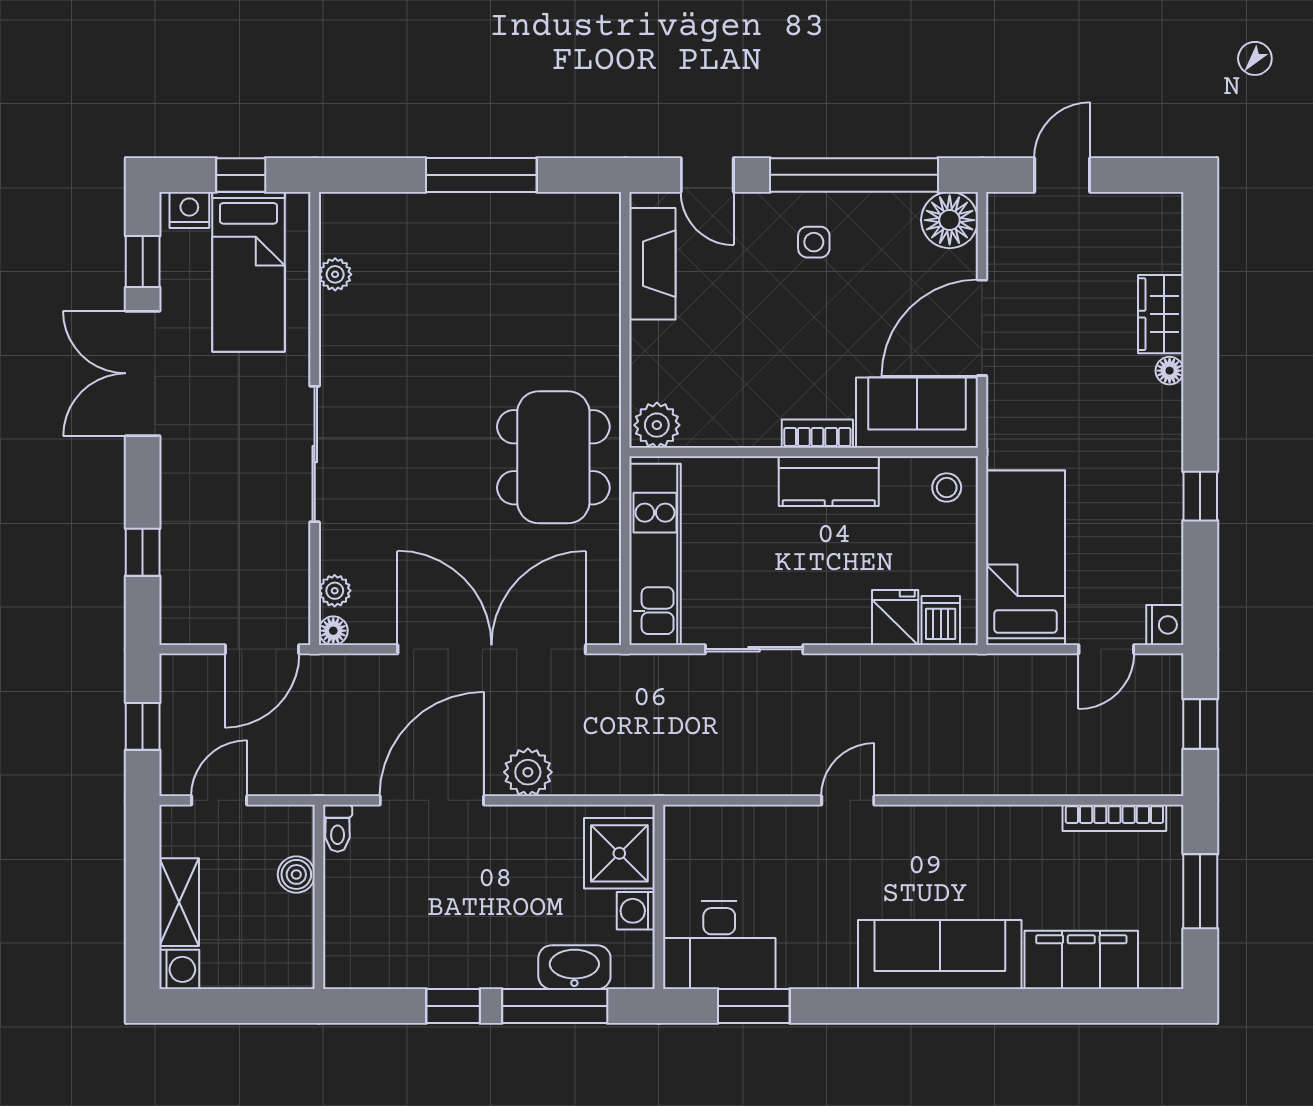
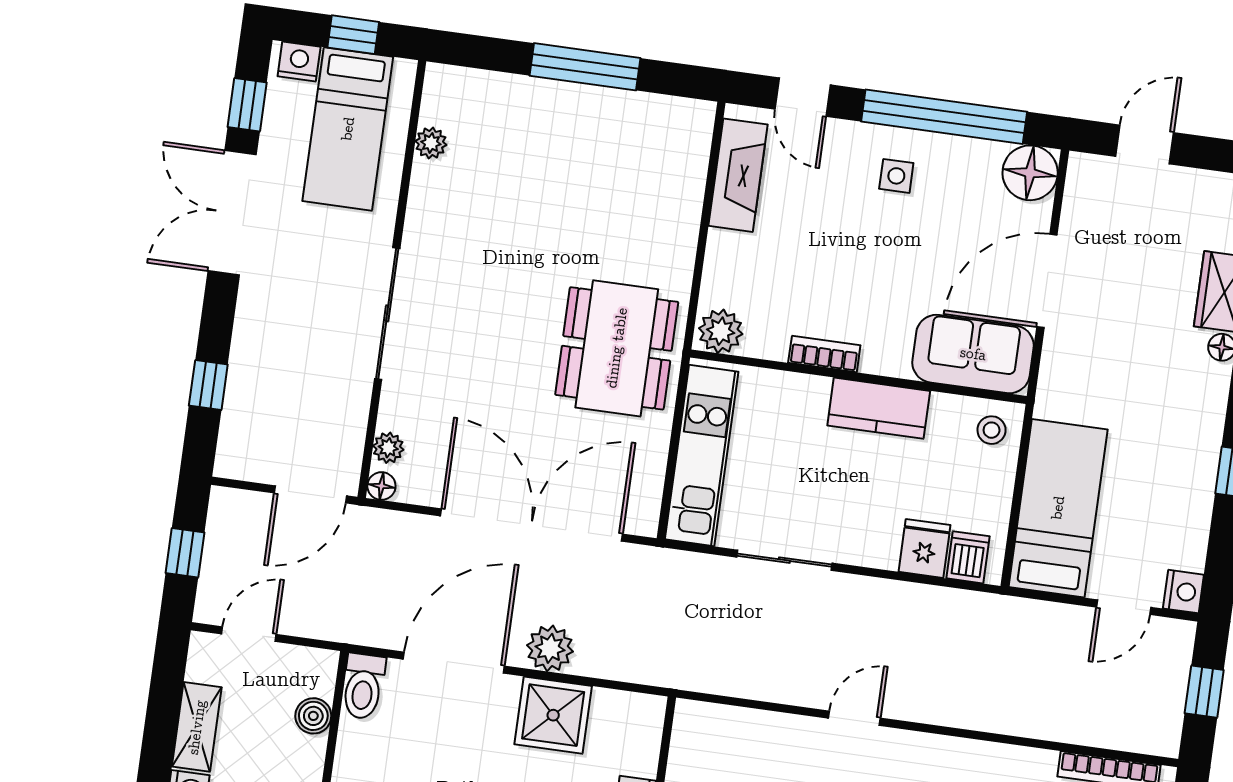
bookcase: (817, 434) -> (824, 354), moved
toilet: (338, 828) -> (363, 686), width x1.37, depth x1.39
shower: (619, 853) -> (553, 715), moved

